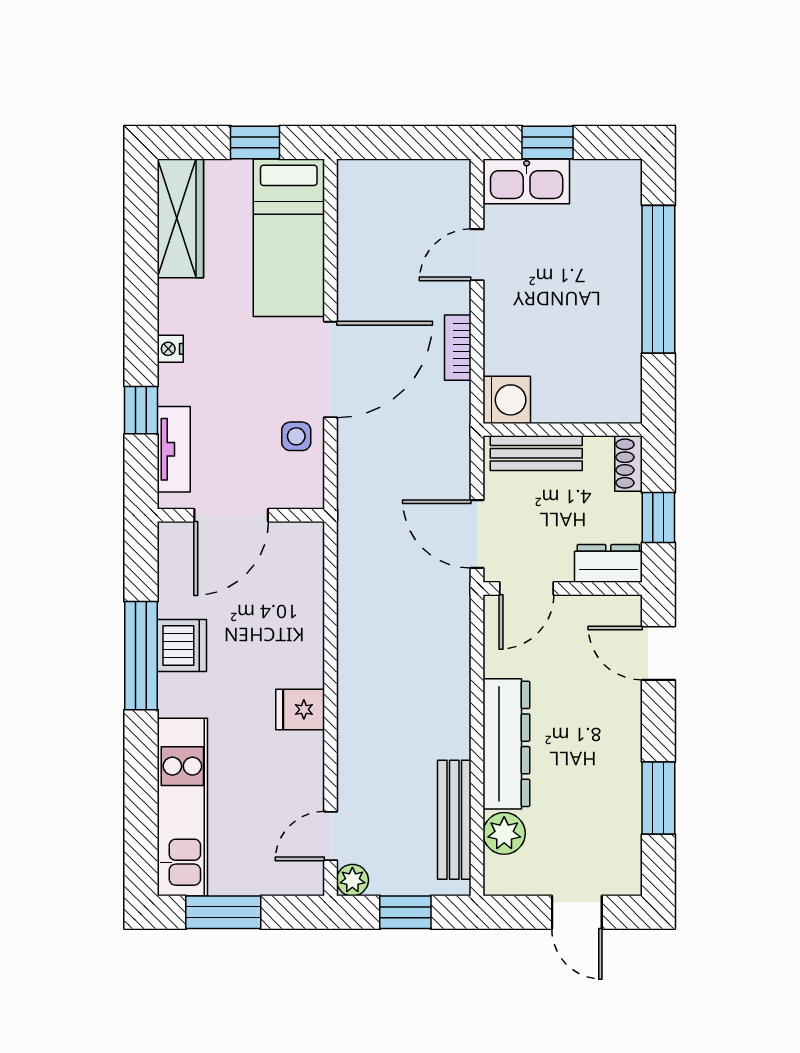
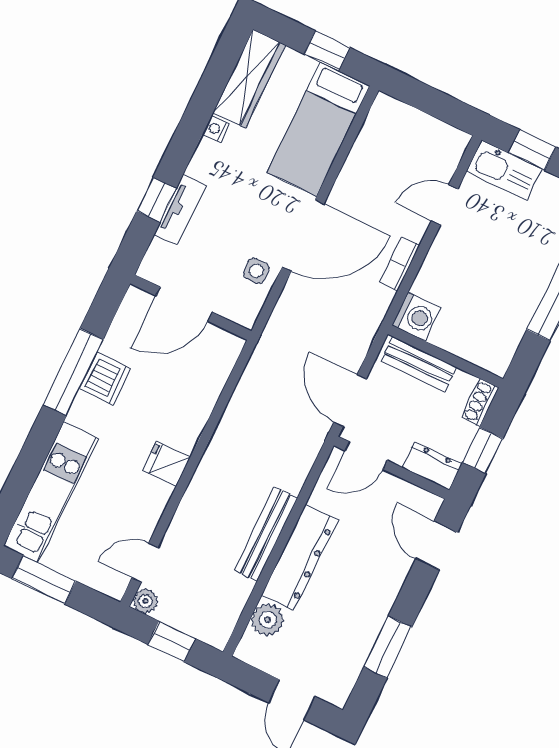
nightstand: (170, 349) -> (216, 129), moved
tv unit: (174, 449) -> (180, 210), moved
bench: (454, 820) -> (266, 534), moved

